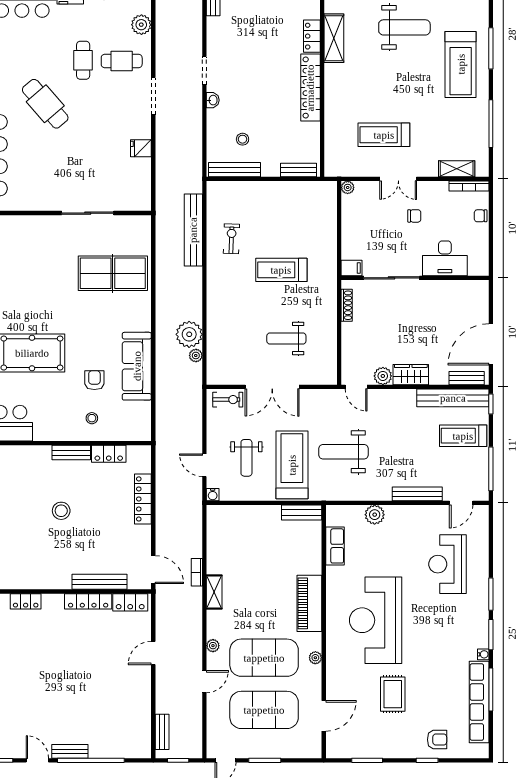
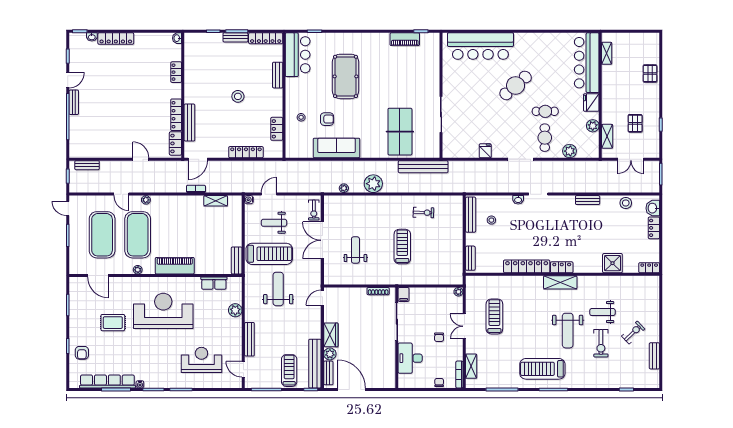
bench: (193, 230) -> (423, 167), moved
plant: (189, 334) -> (373, 184), moved
plant: (383, 376) -> (330, 354), moved
bench: (71, 453) -> (278, 75), moved
shelving: (214, 592) -> (216, 201), moved

